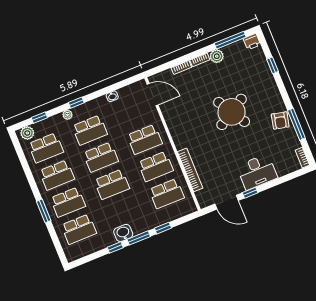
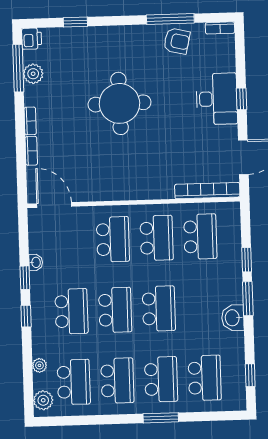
plant: (217, 56) -> (33, 74), moved
door: (153, 95) -> (54, 205), hinge flipped
round table: (232, 112) -> (119, 103), turned 30
plant: (68, 115) -> (39, 365), moved
window: (39, 118) -> (25, 278), moved
armchair: (280, 120) -> (177, 41), moved
bookcase: (190, 170) -> (207, 191), moved
window: (250, 193) -> (242, 99), moved
window: (115, 247) -> (250, 375), moved

